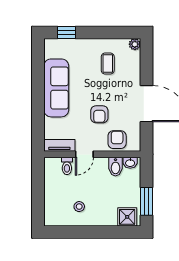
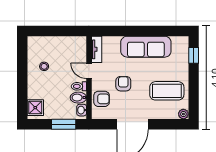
coffee table: (108, 64) -> (167, 91), width x1.86, depth x1.72
armchair: (99, 114) -> (123, 84), turned 90
toilet: (67, 166) -> (79, 86), moved
window: (147, 201) -> (64, 124), moved

